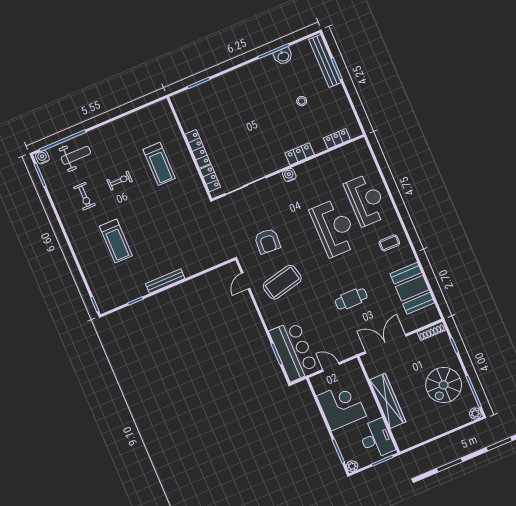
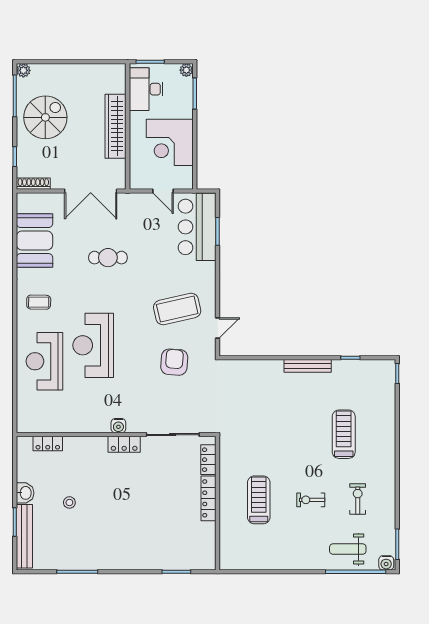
washbasin: (283, 56) -> (25, 493), moved, turned 90
locker: (300, 154) -> (124, 444), moved

